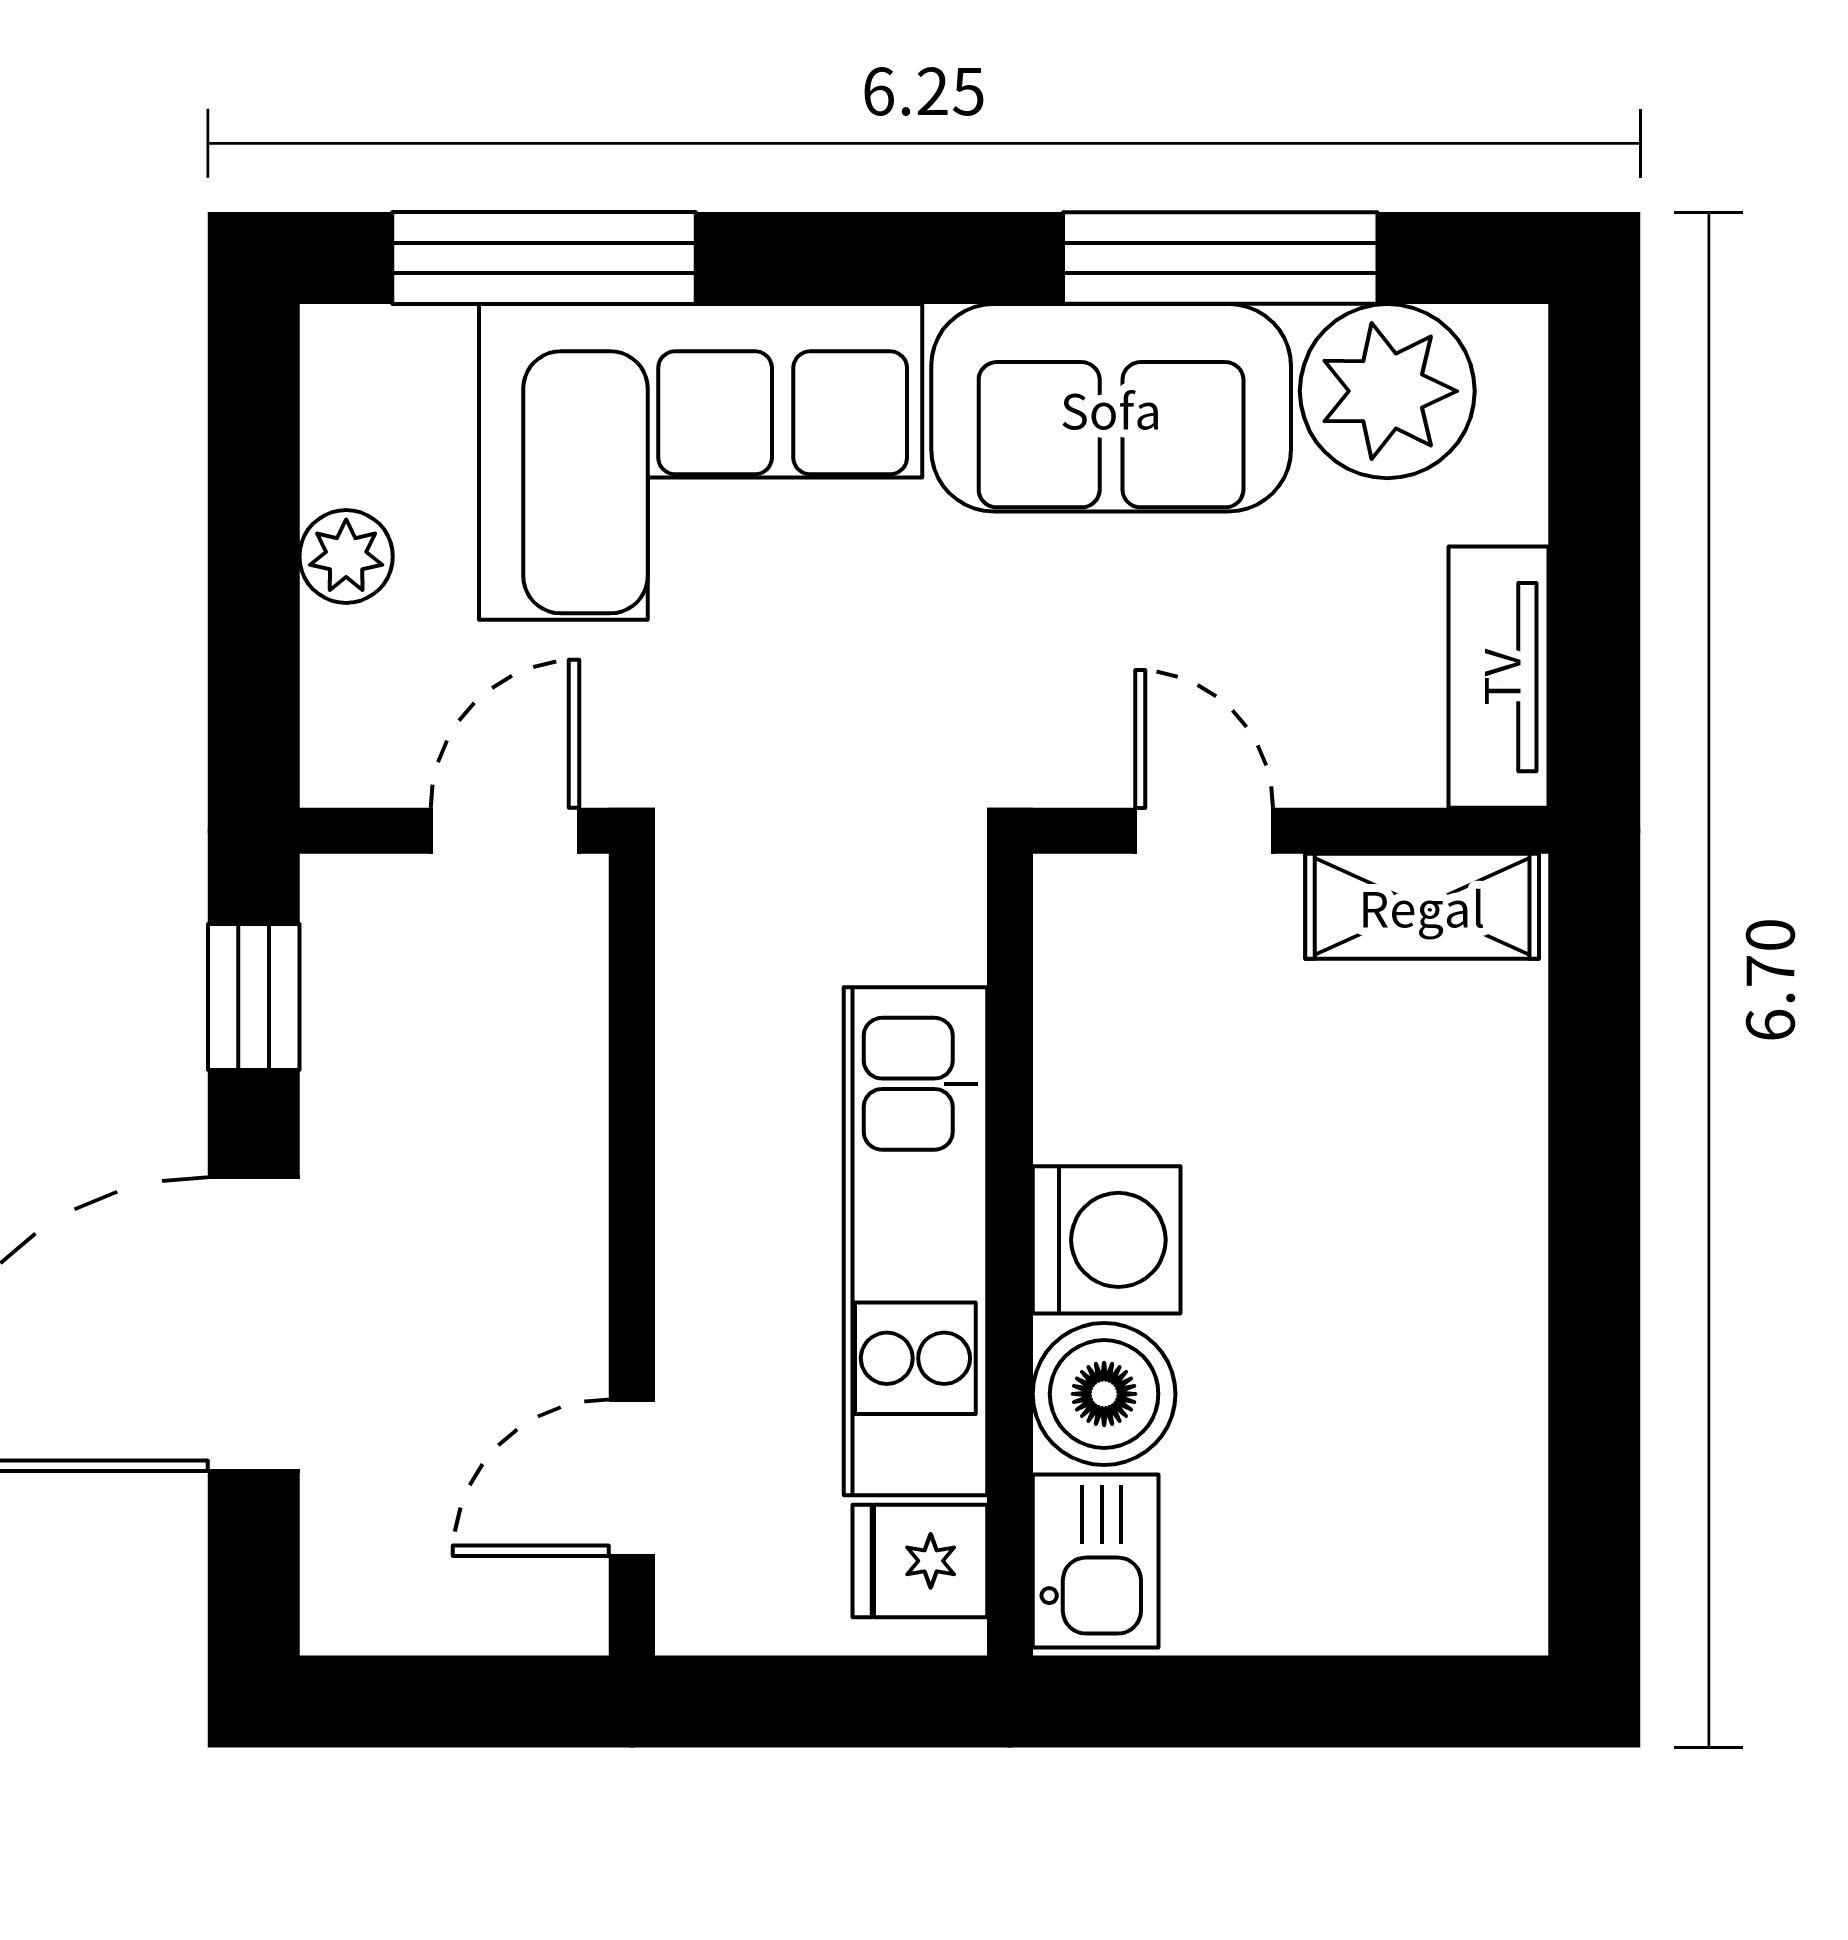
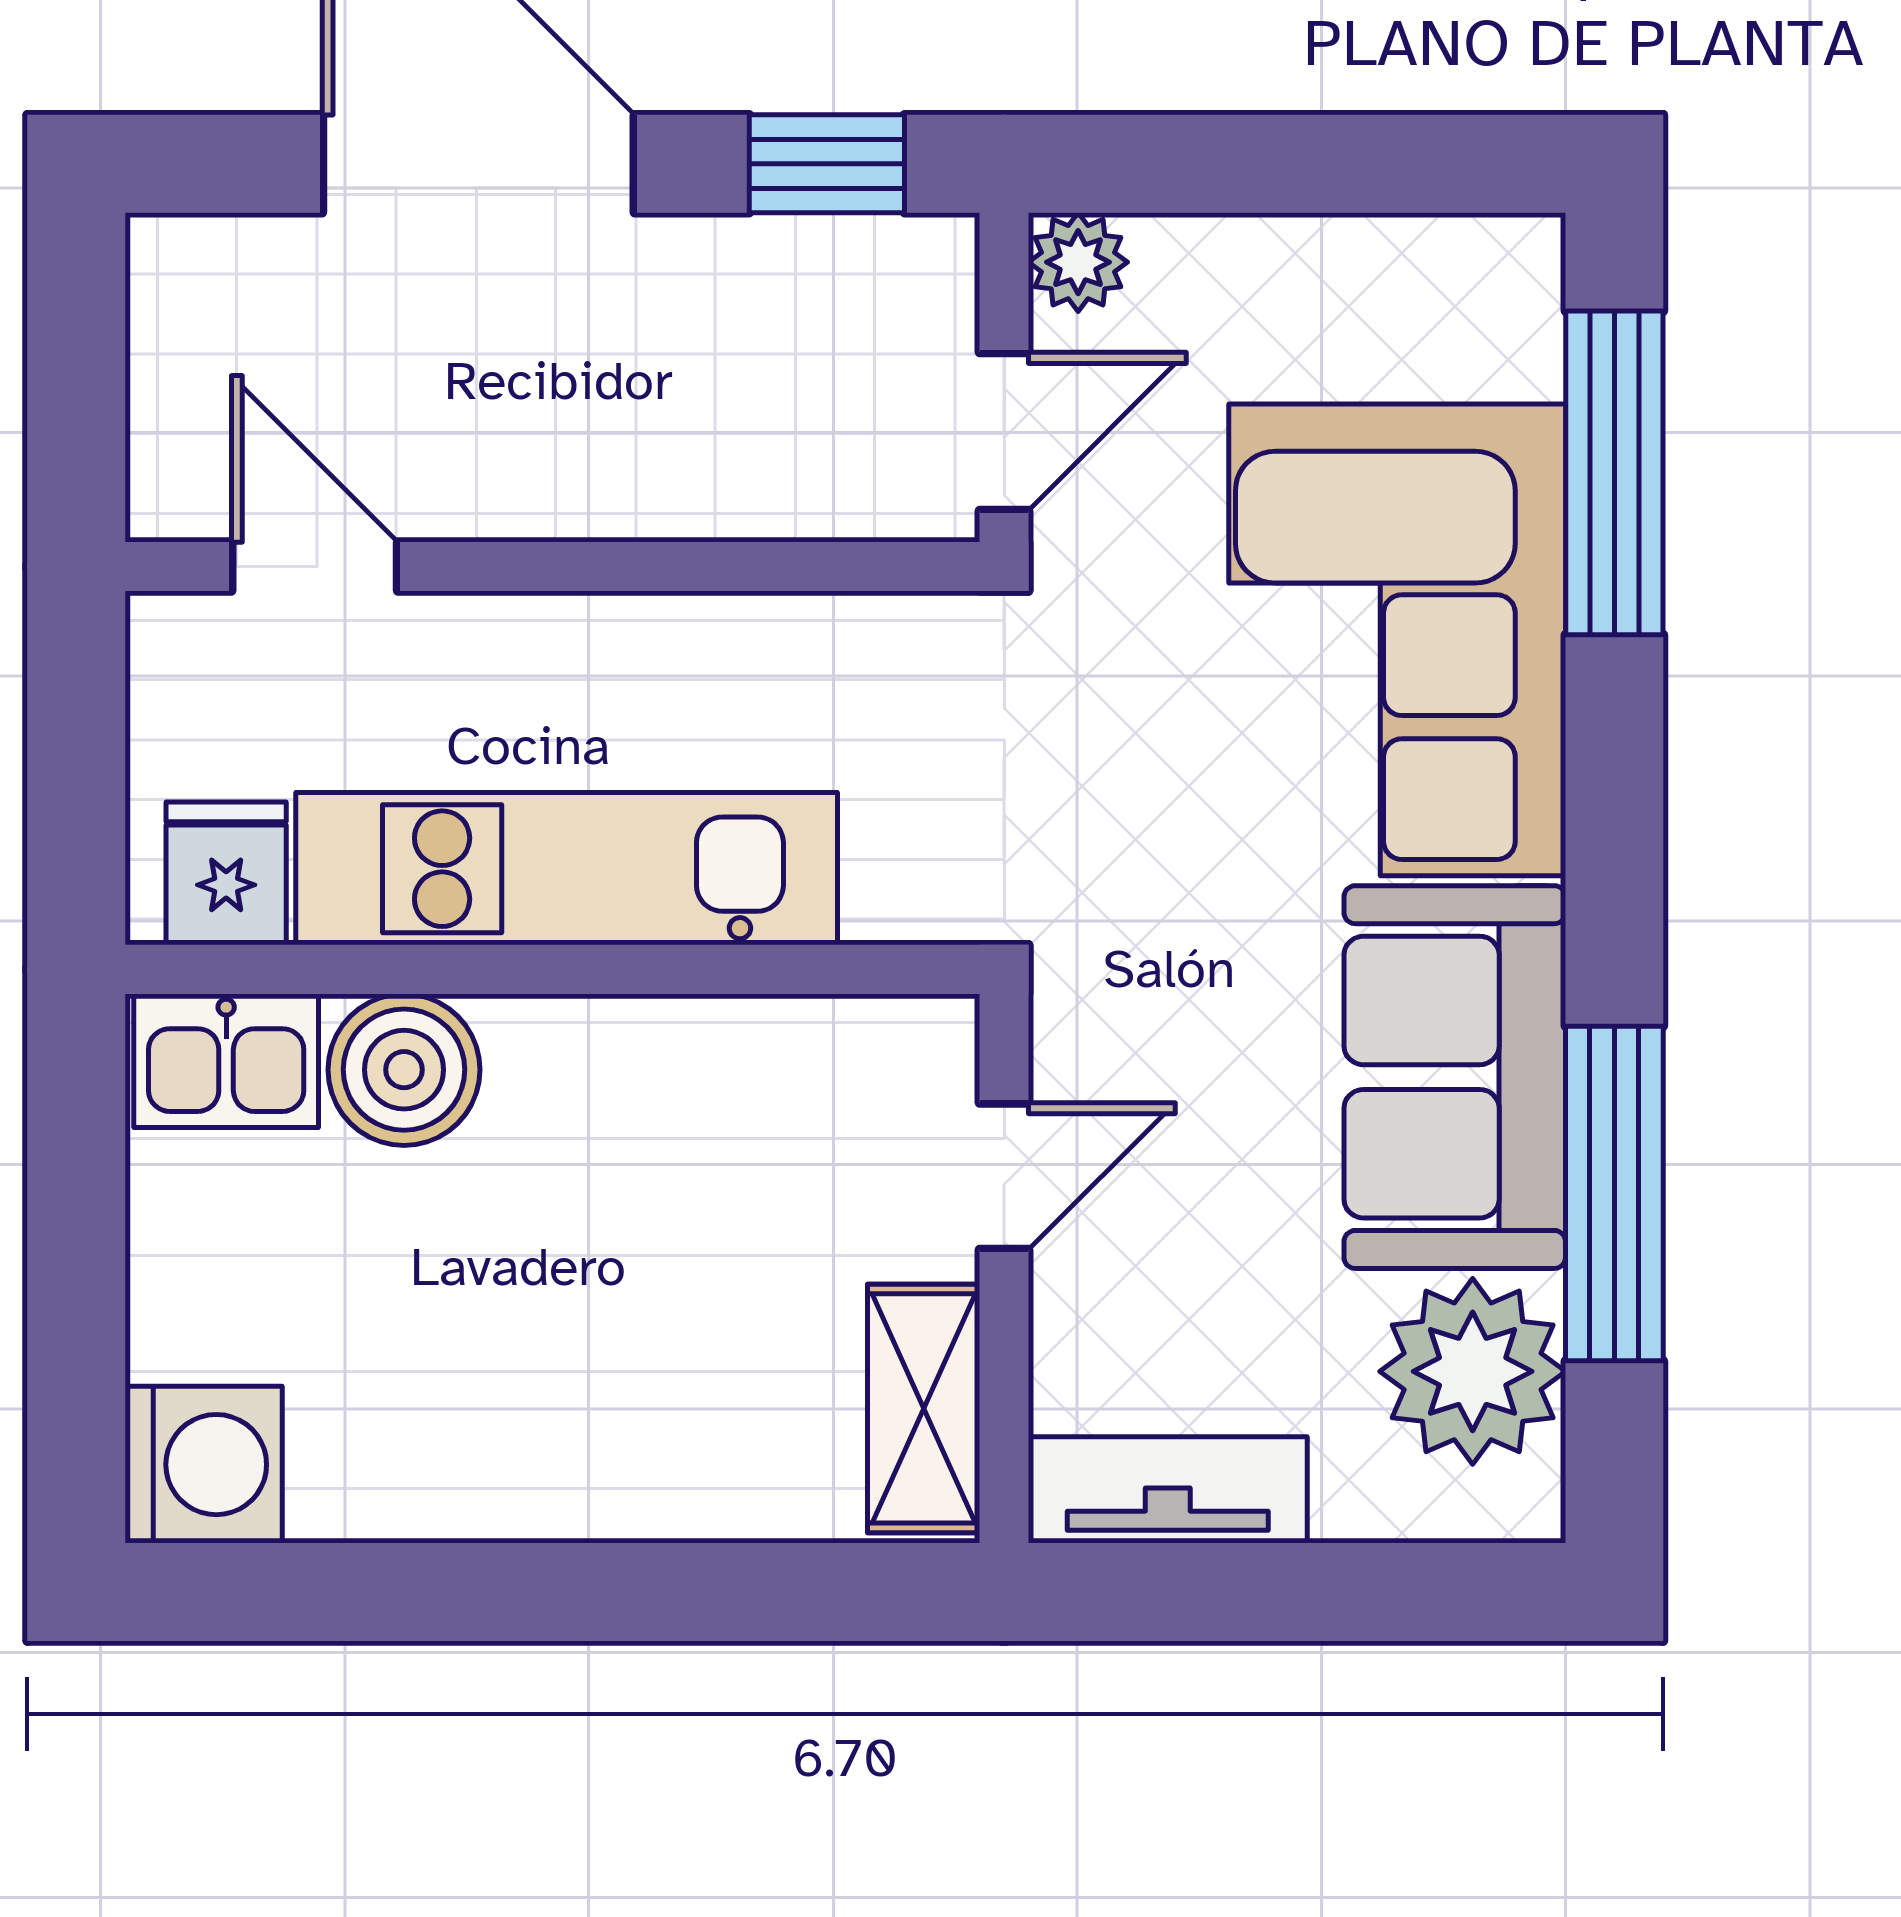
plant: (346, 557) -> (1078, 262), moved
door: (505, 831) -> (1004, 431), hinge flipped
washing machine: (1107, 1240) -> (204, 1465), moved, turned -90

